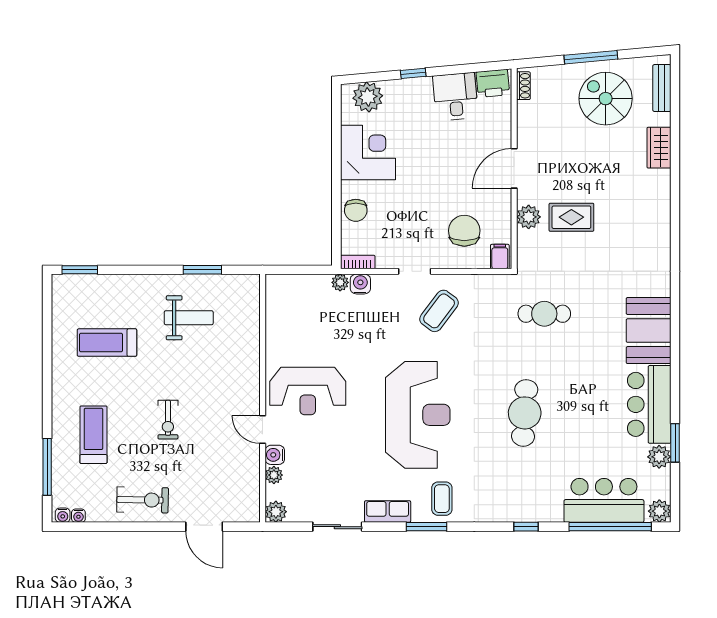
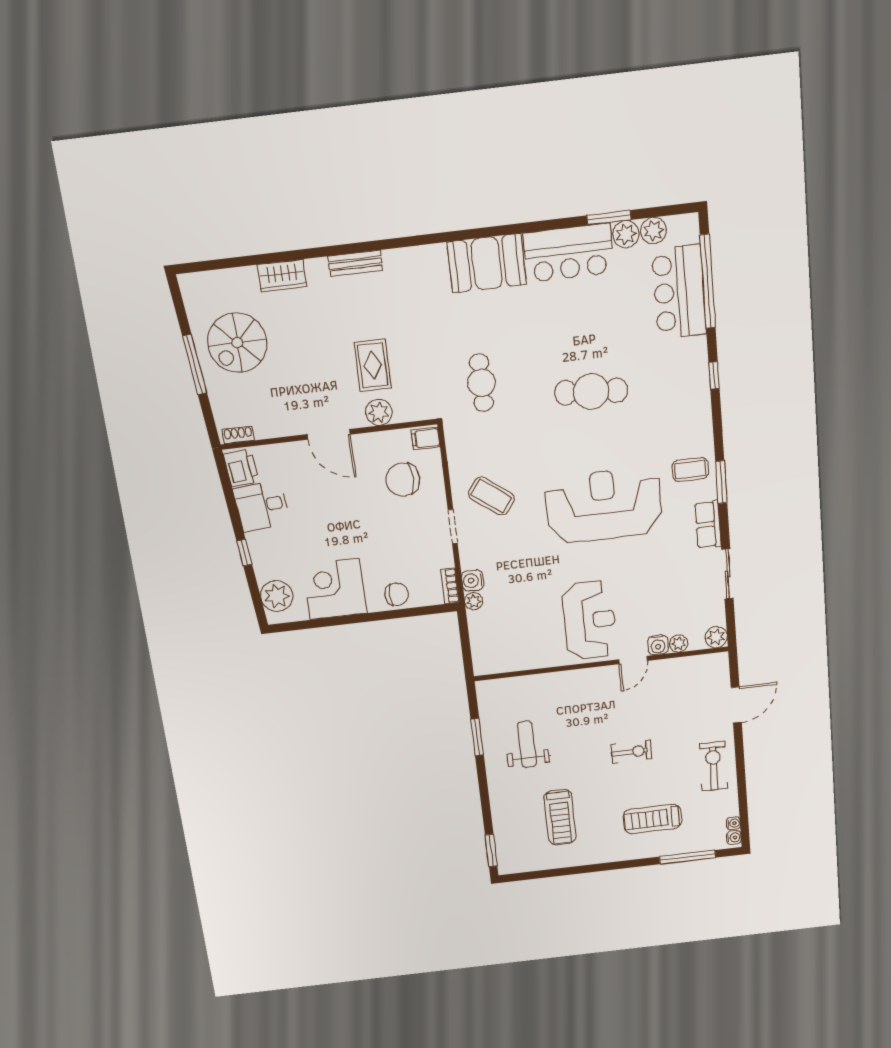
bench: (662, 88) -> (355, 263), moved
plant: (659, 511) -> (653, 231), moved

